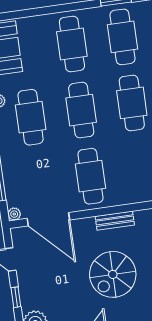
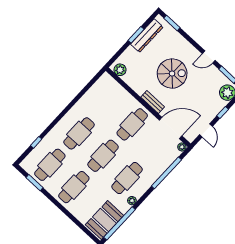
door: (48, 219) -> (171, 128), hinge flipped
bench: (115, 221) -> (153, 102), moved

